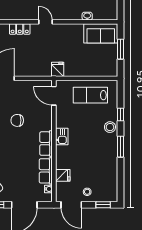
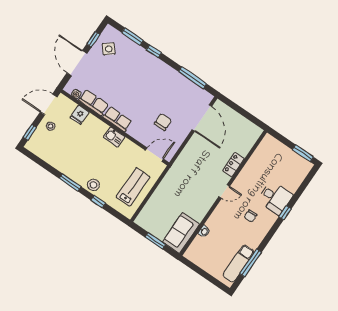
fridge: (58, 69) -> (175, 174), removed
chair: (17, 120) -> (163, 122), moved

